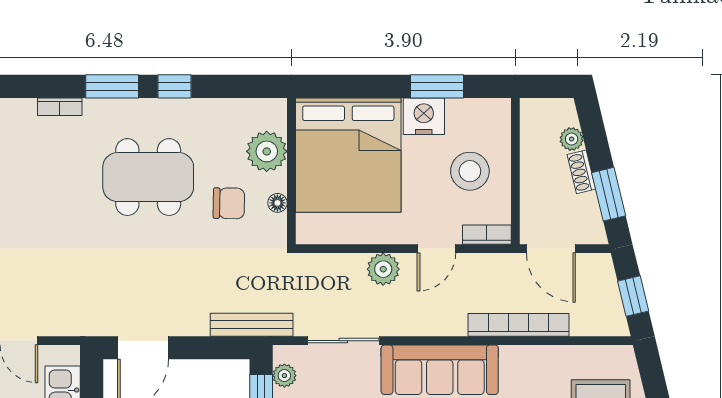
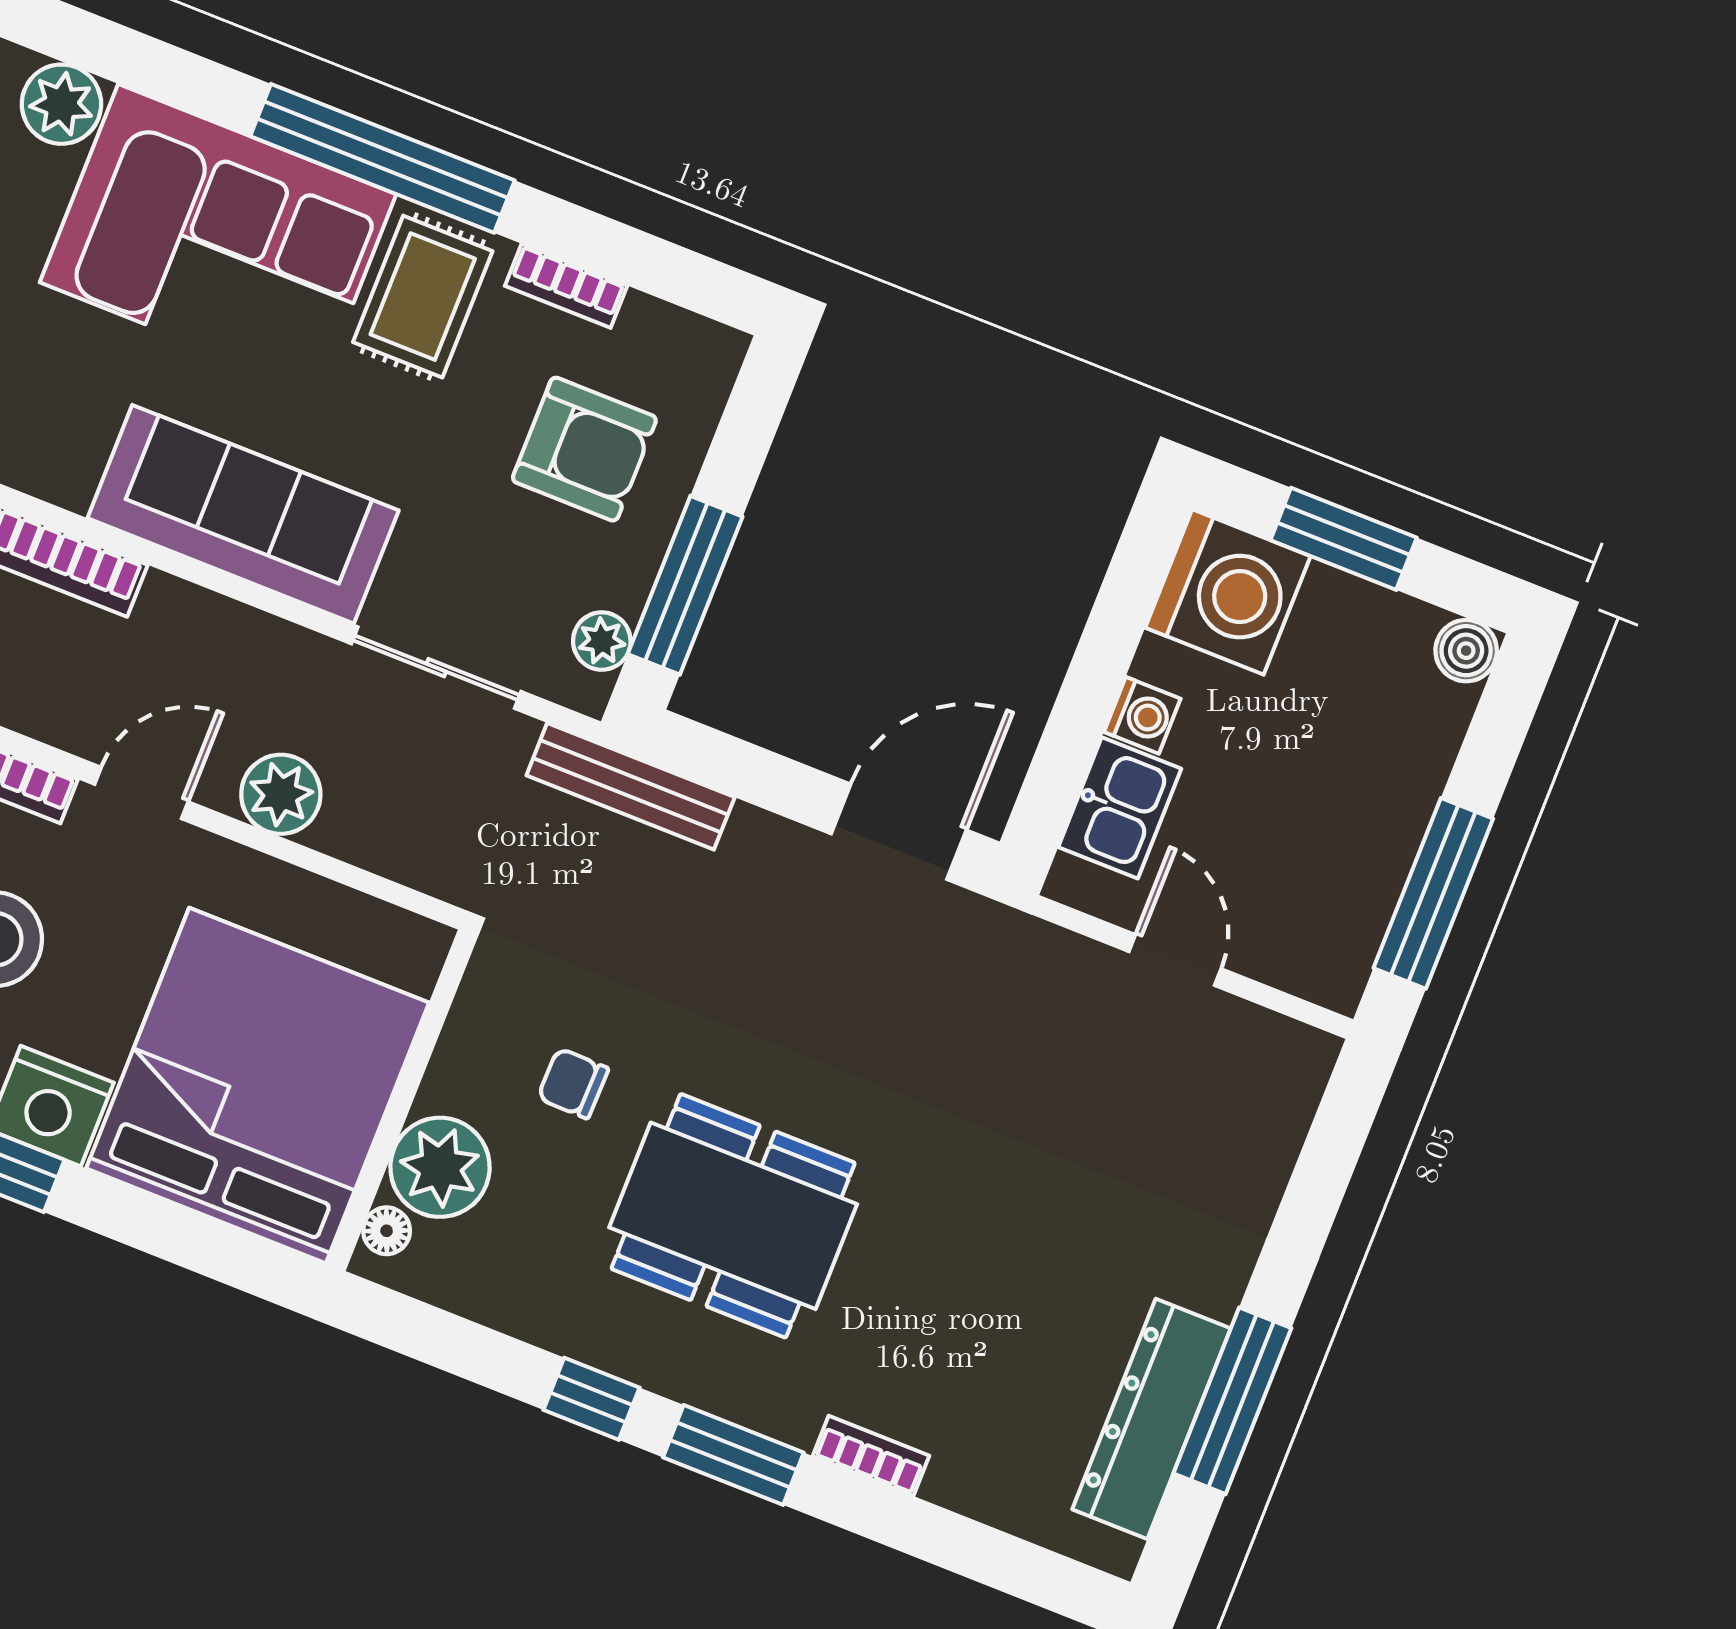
chair: (229, 203) -> (573, 1083), width x0.73, depth x0.73
floor lamp: (277, 203) -> (387, 1231), moved

